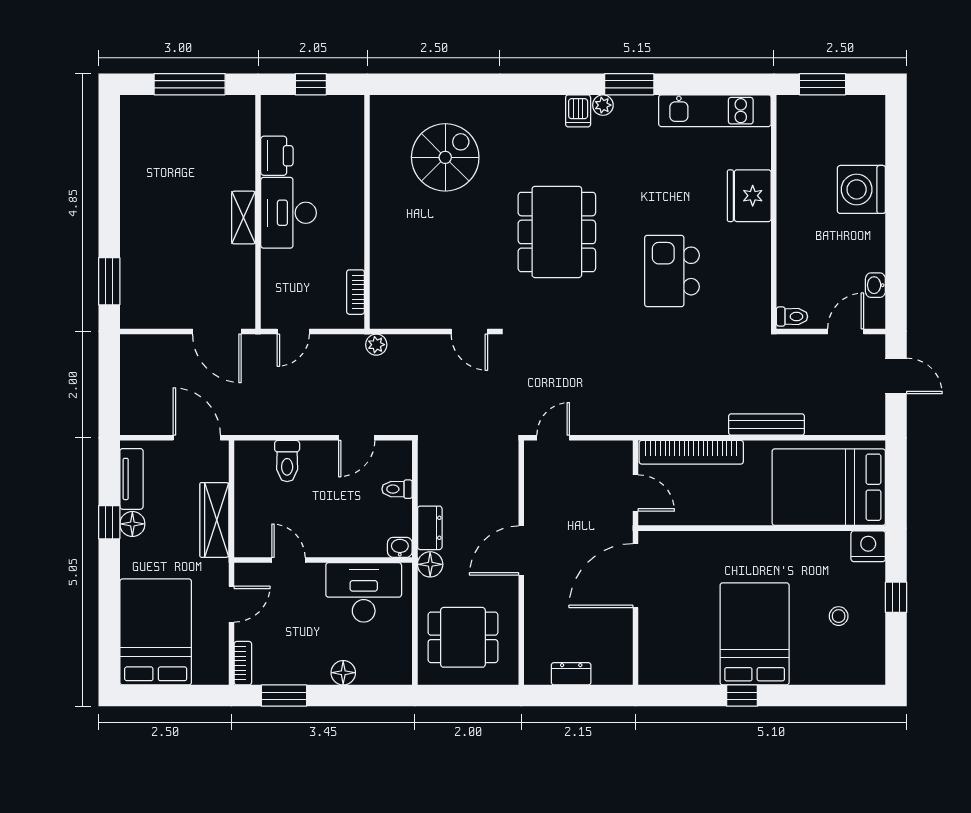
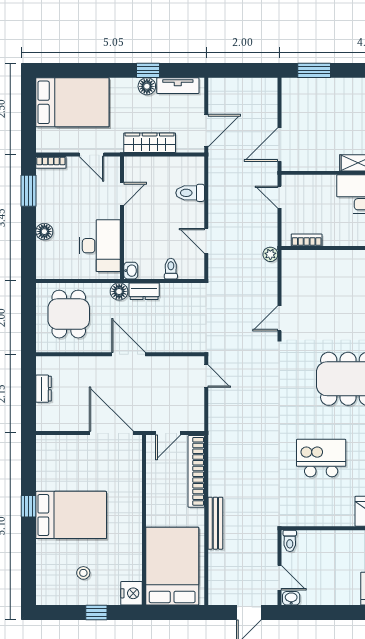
washbasin: (875, 285) -> (291, 598), moved

